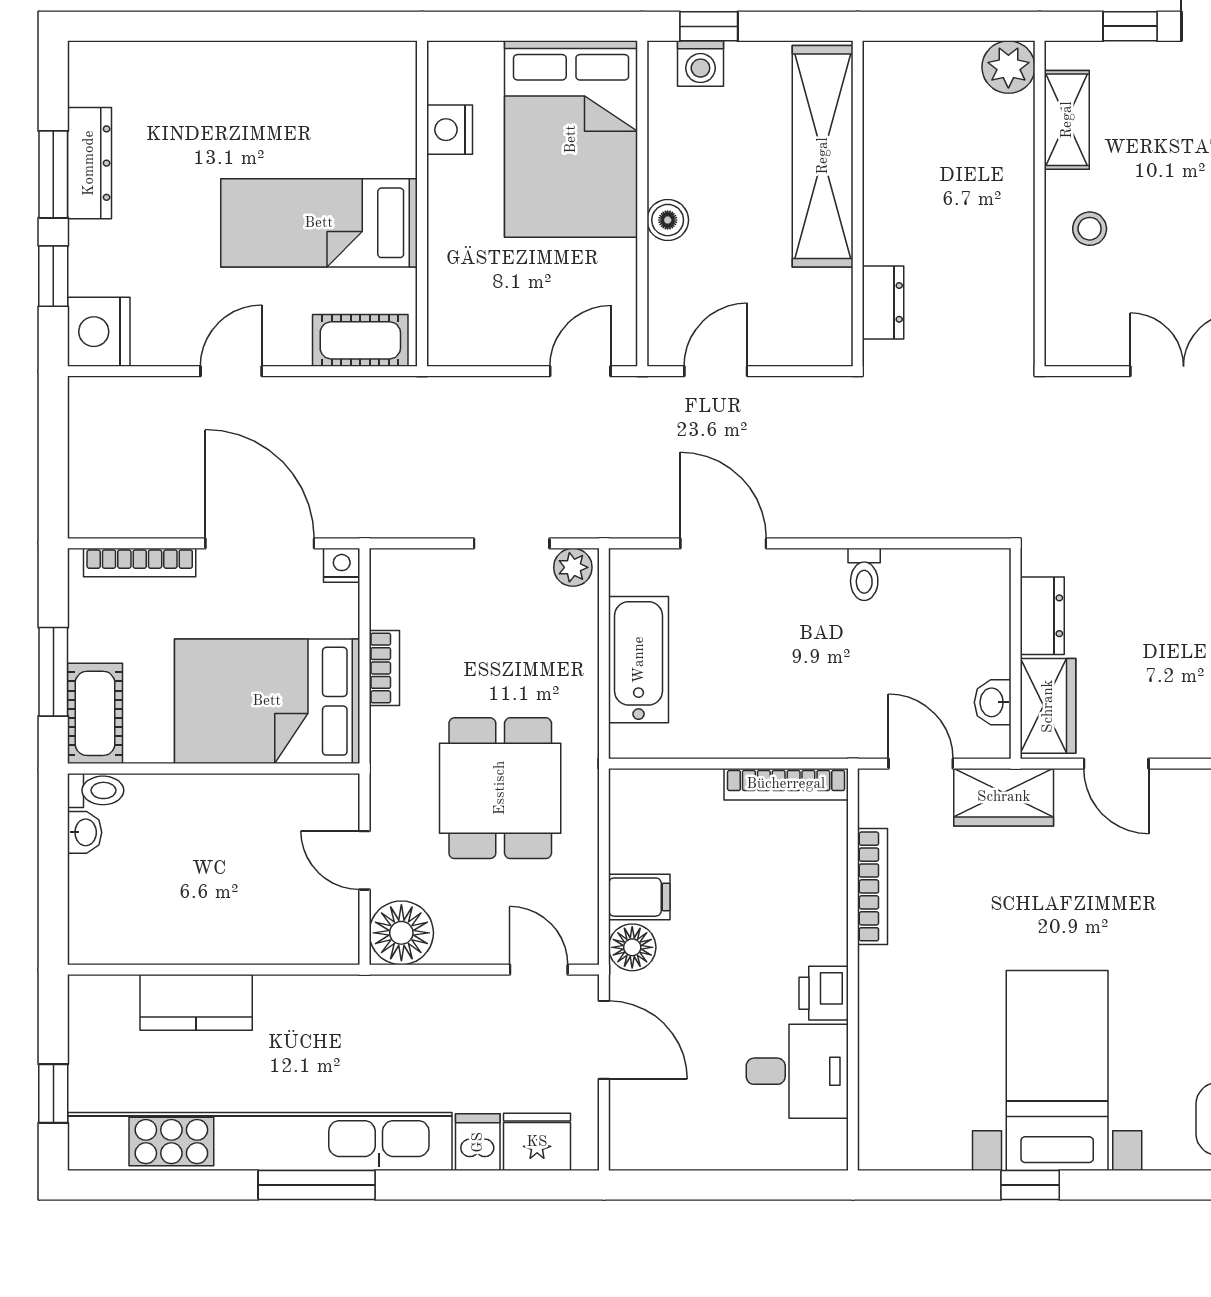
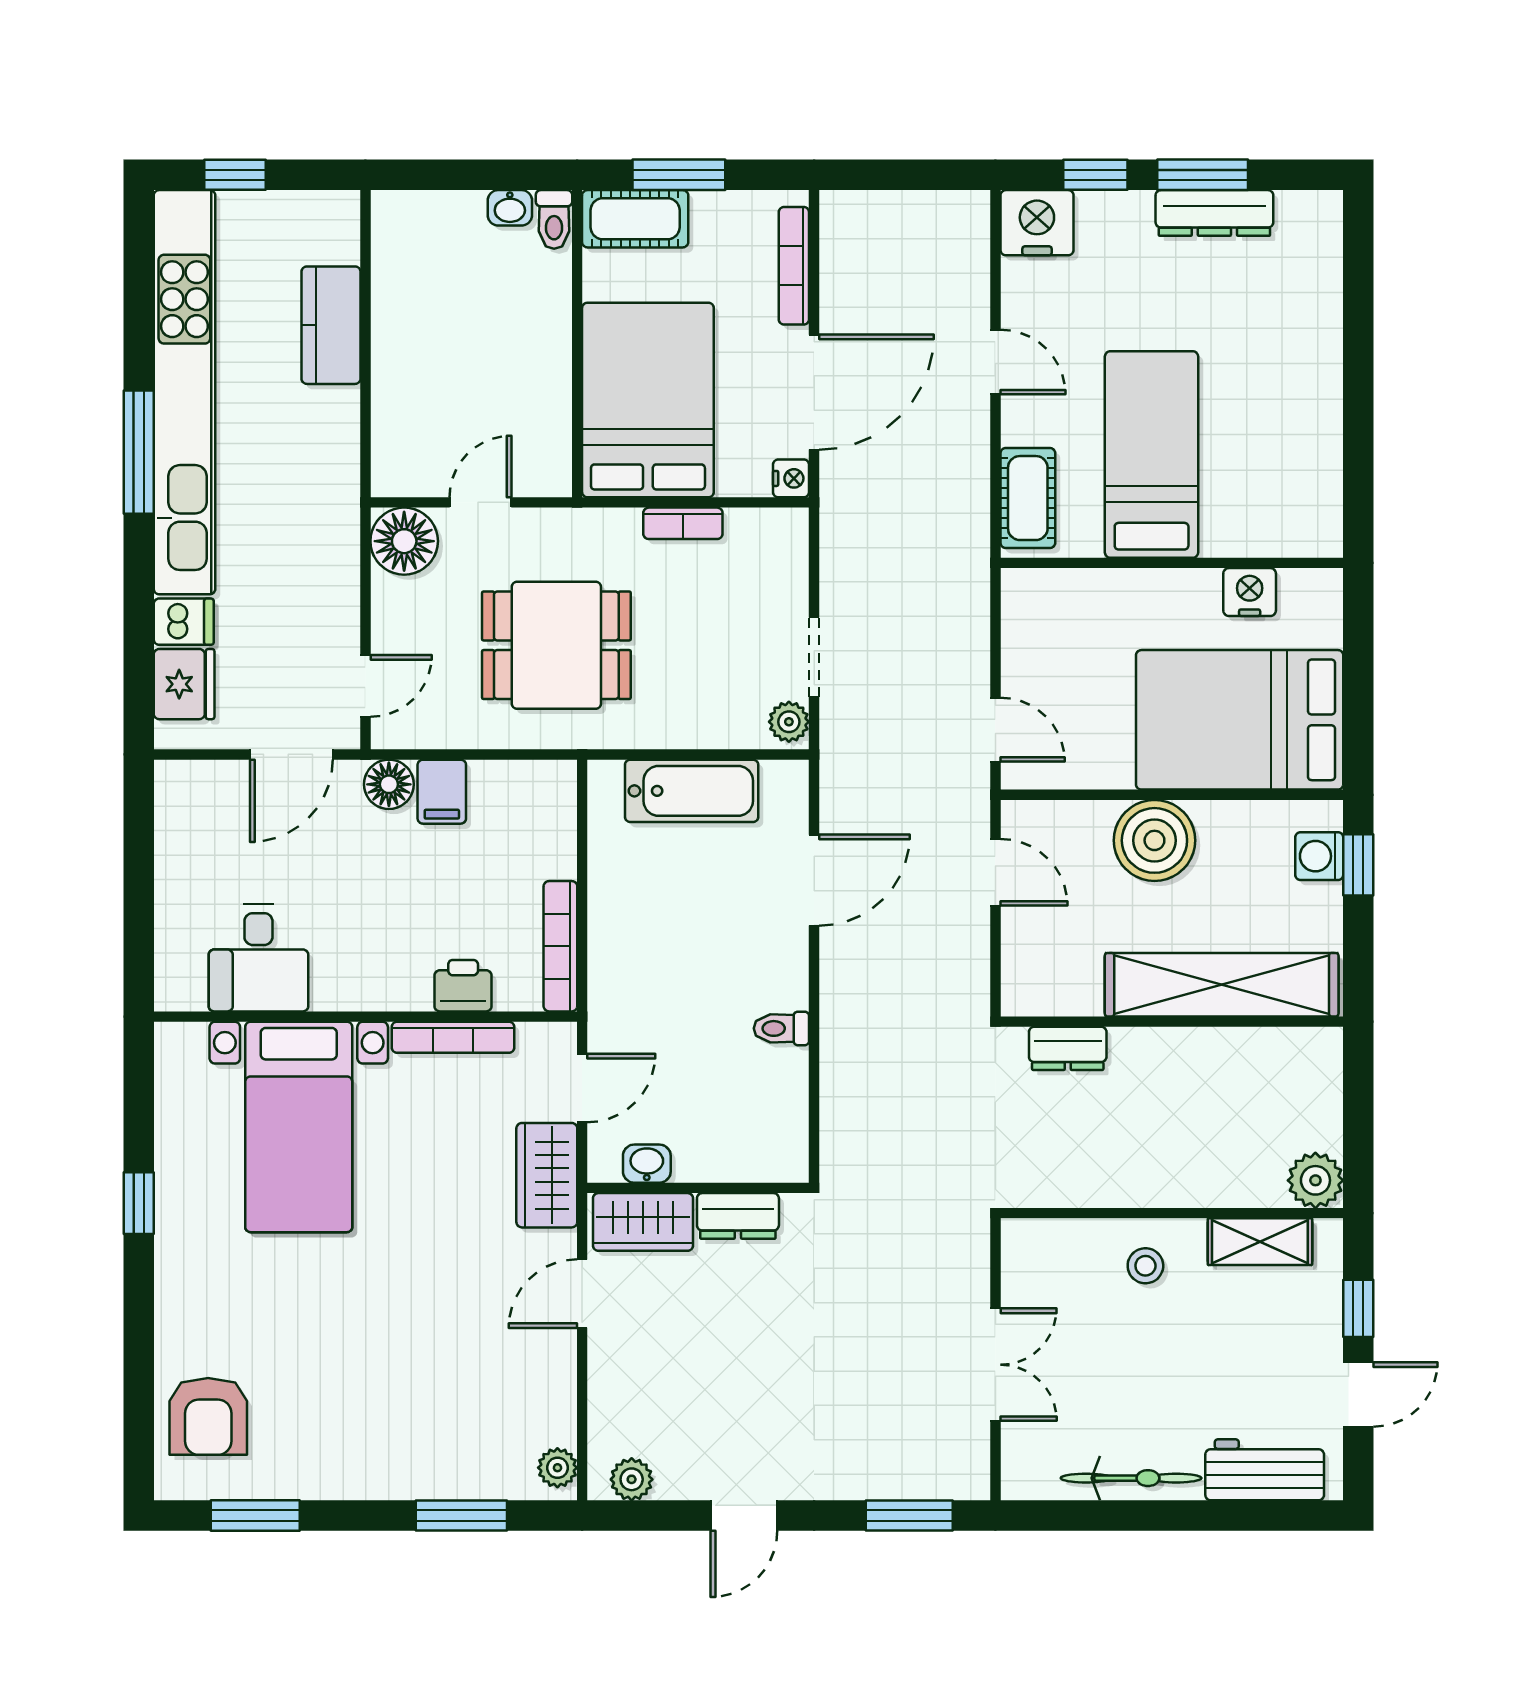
boiler: (668, 220) -> (1154, 840), width x1.86, depth x1.86
printer: (824, 993) -> (463, 986), moved
bed with nightstands: (1057, 1071) -> (299, 1127), moved, turned 90

